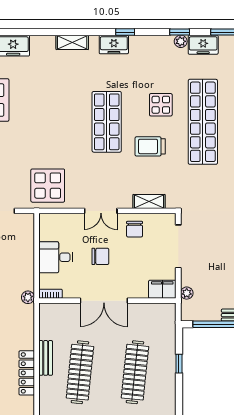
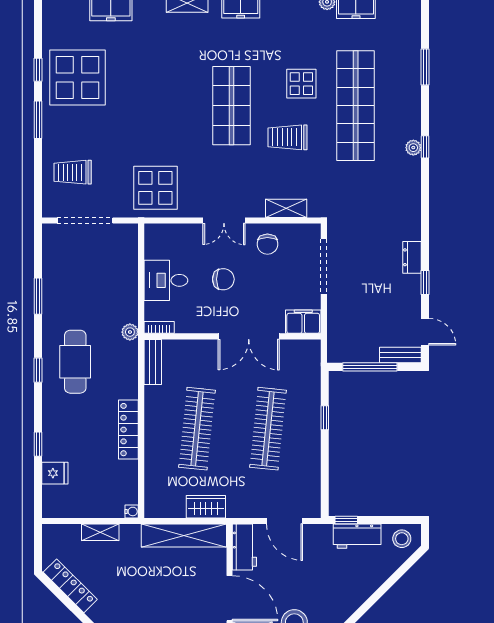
plant: (187, 293) -> (335, 327), removed
double door: (104, 301) -> (249, 336), moved
bench: (46, 358) -> (153, 362), moved

